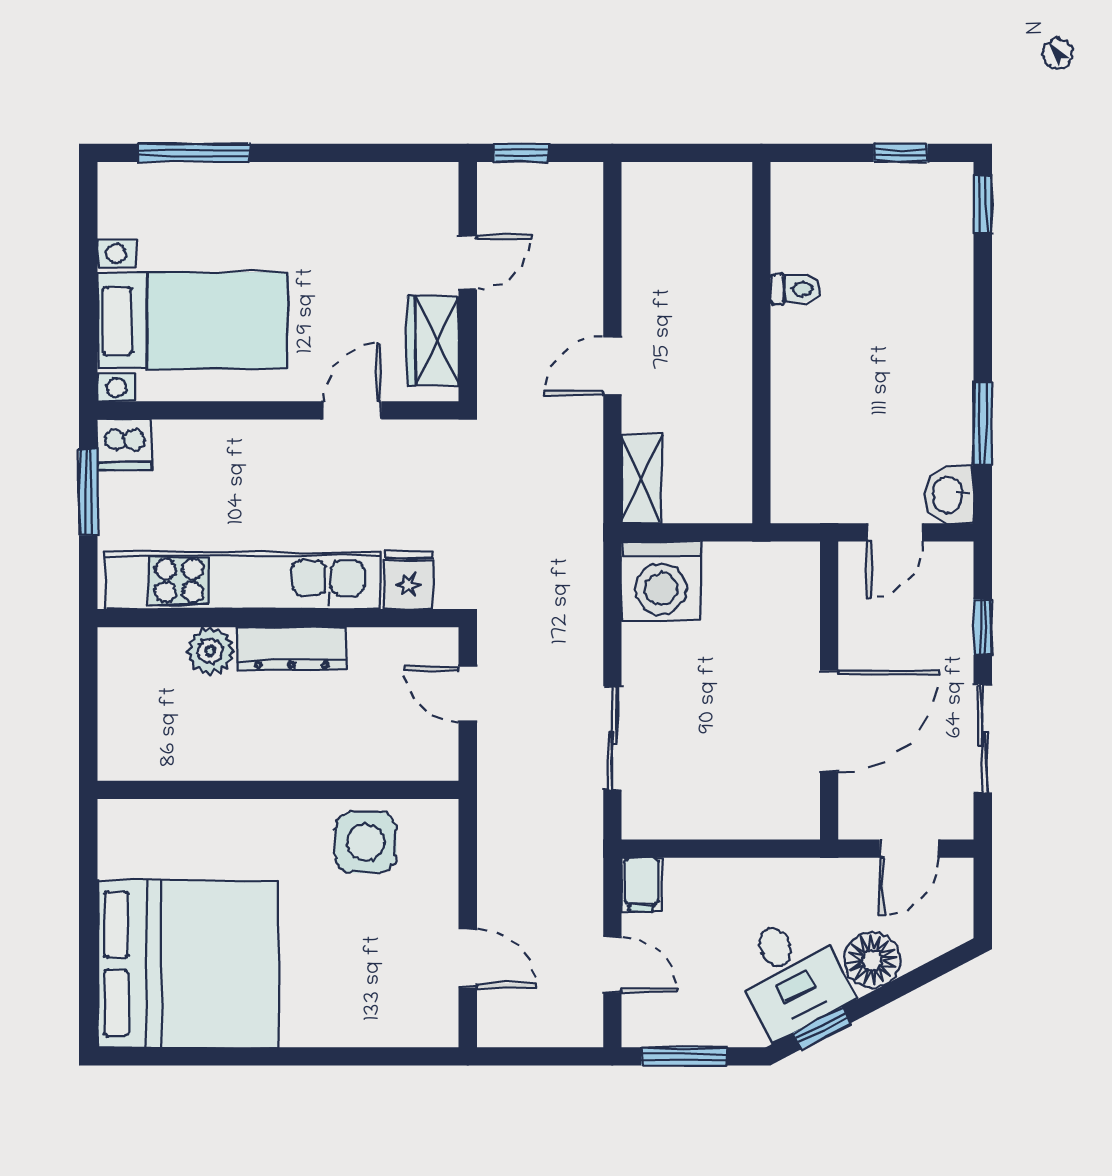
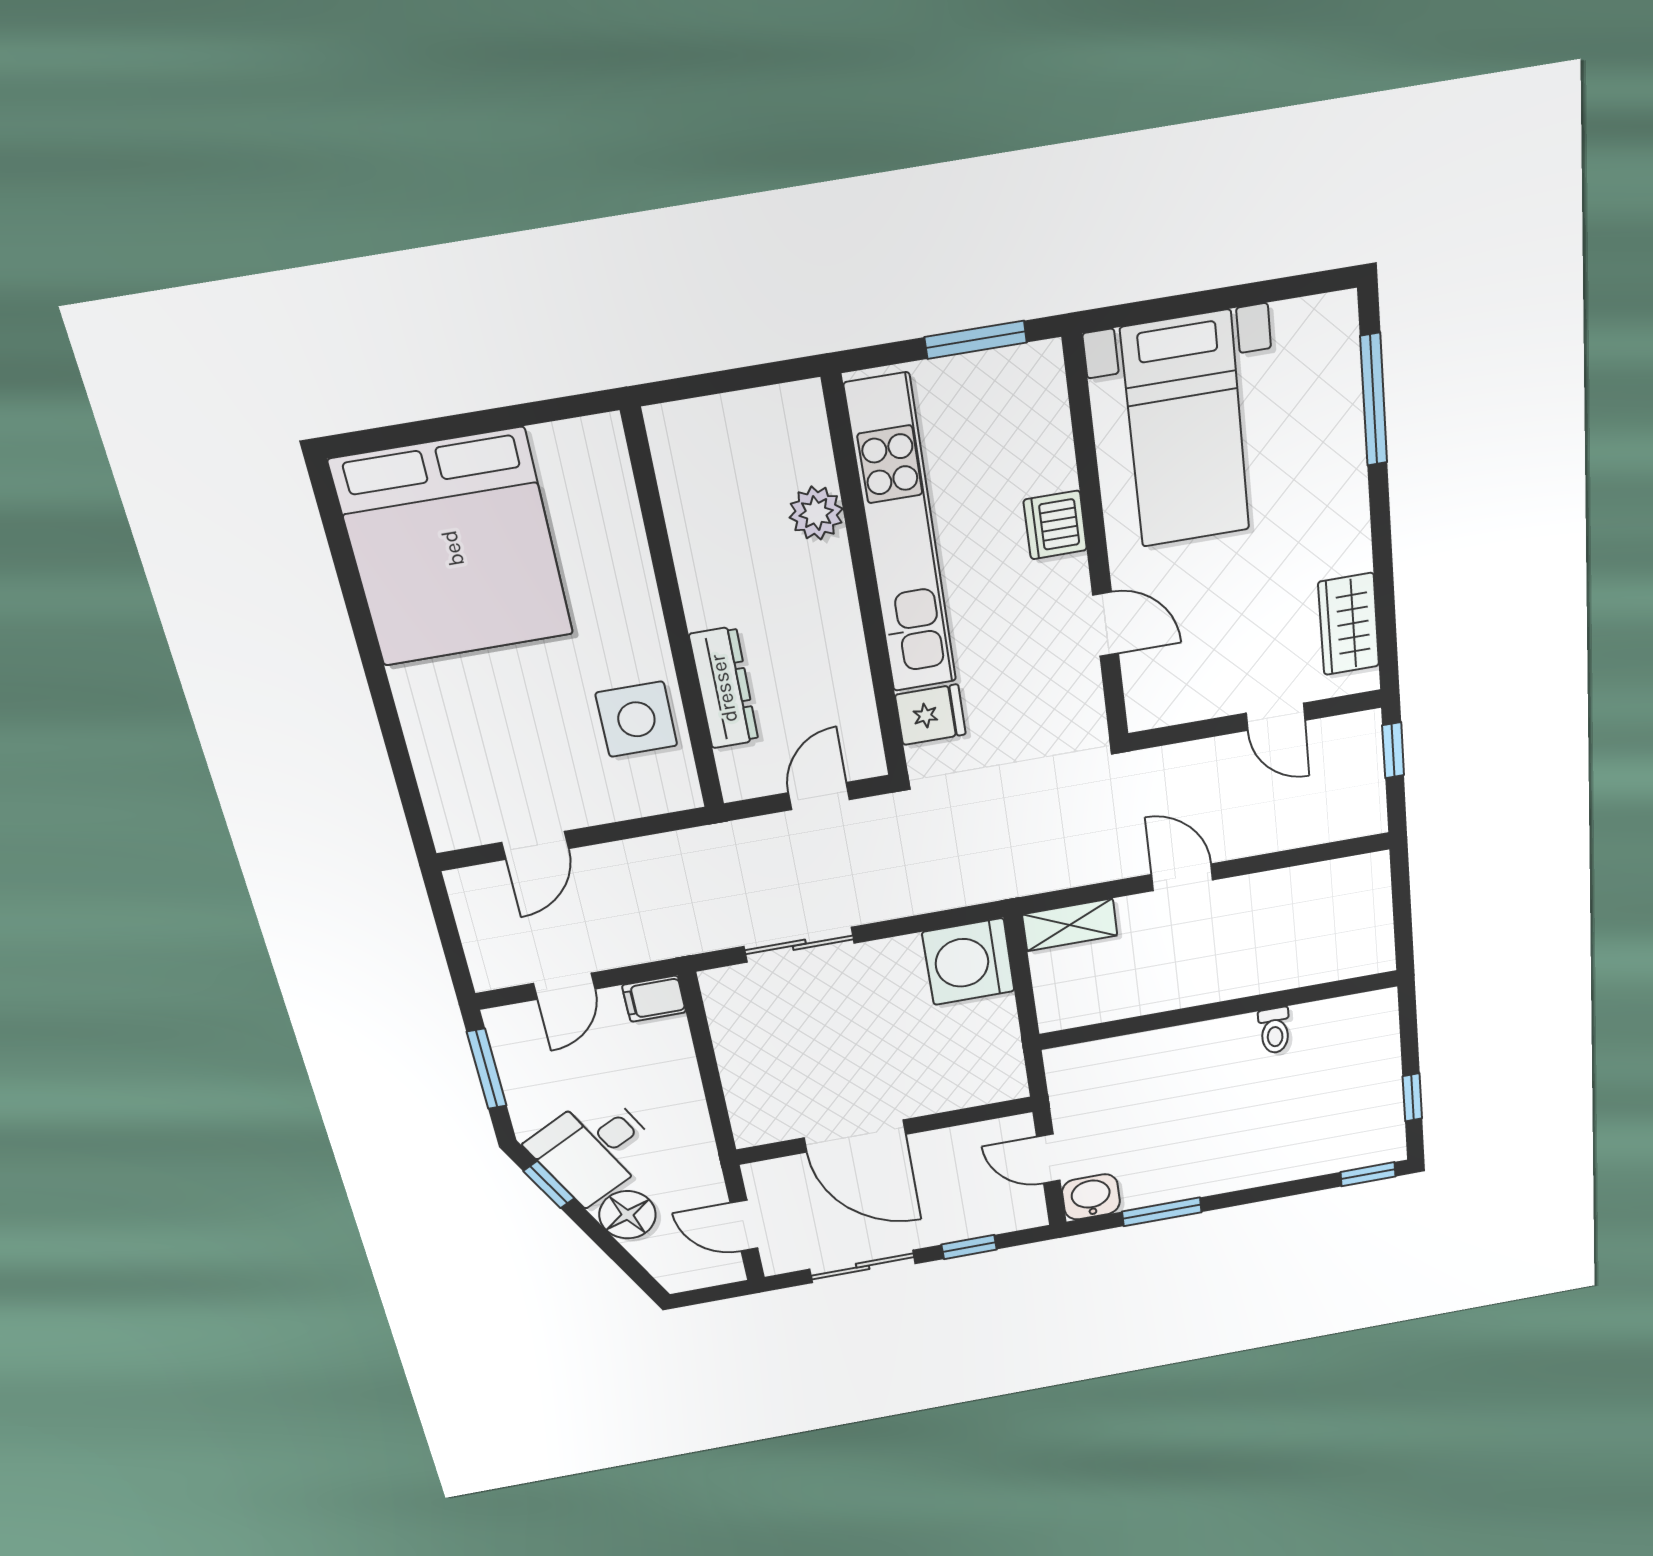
wardrobe: (433, 341) -> (1349, 624), moved, turned -90
dishwasher: (124, 445) -> (1055, 525), moved
dresser: (292, 648) -> (724, 688), moved, turned 180

